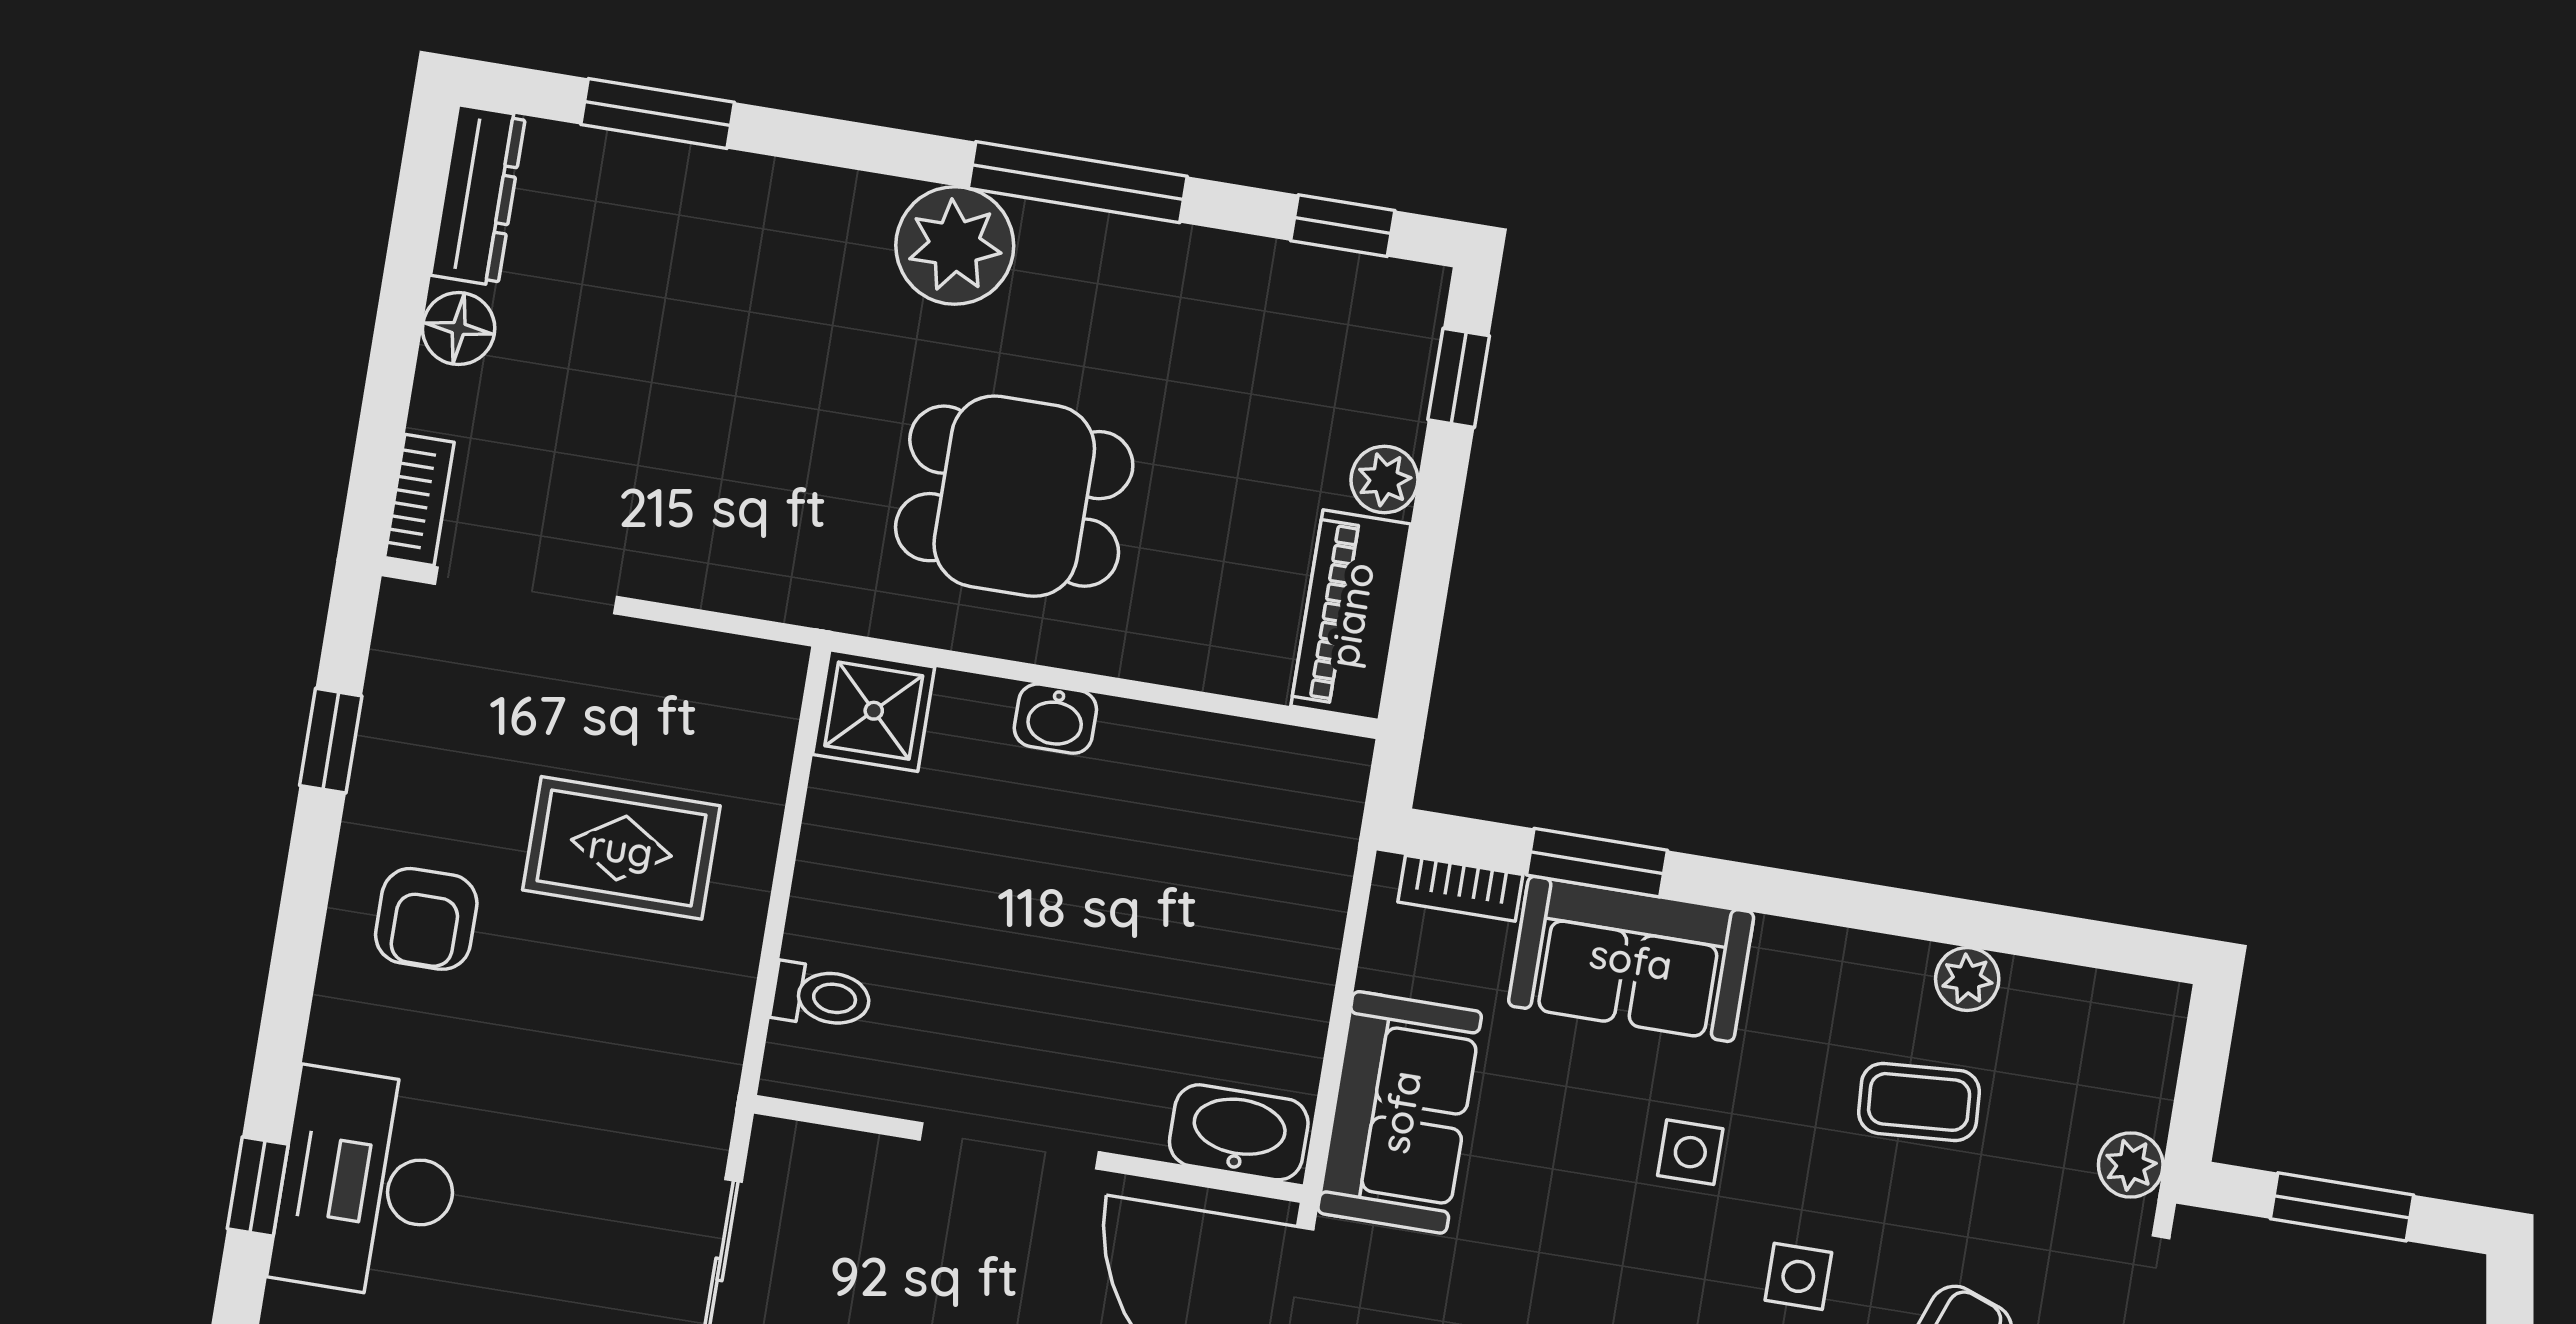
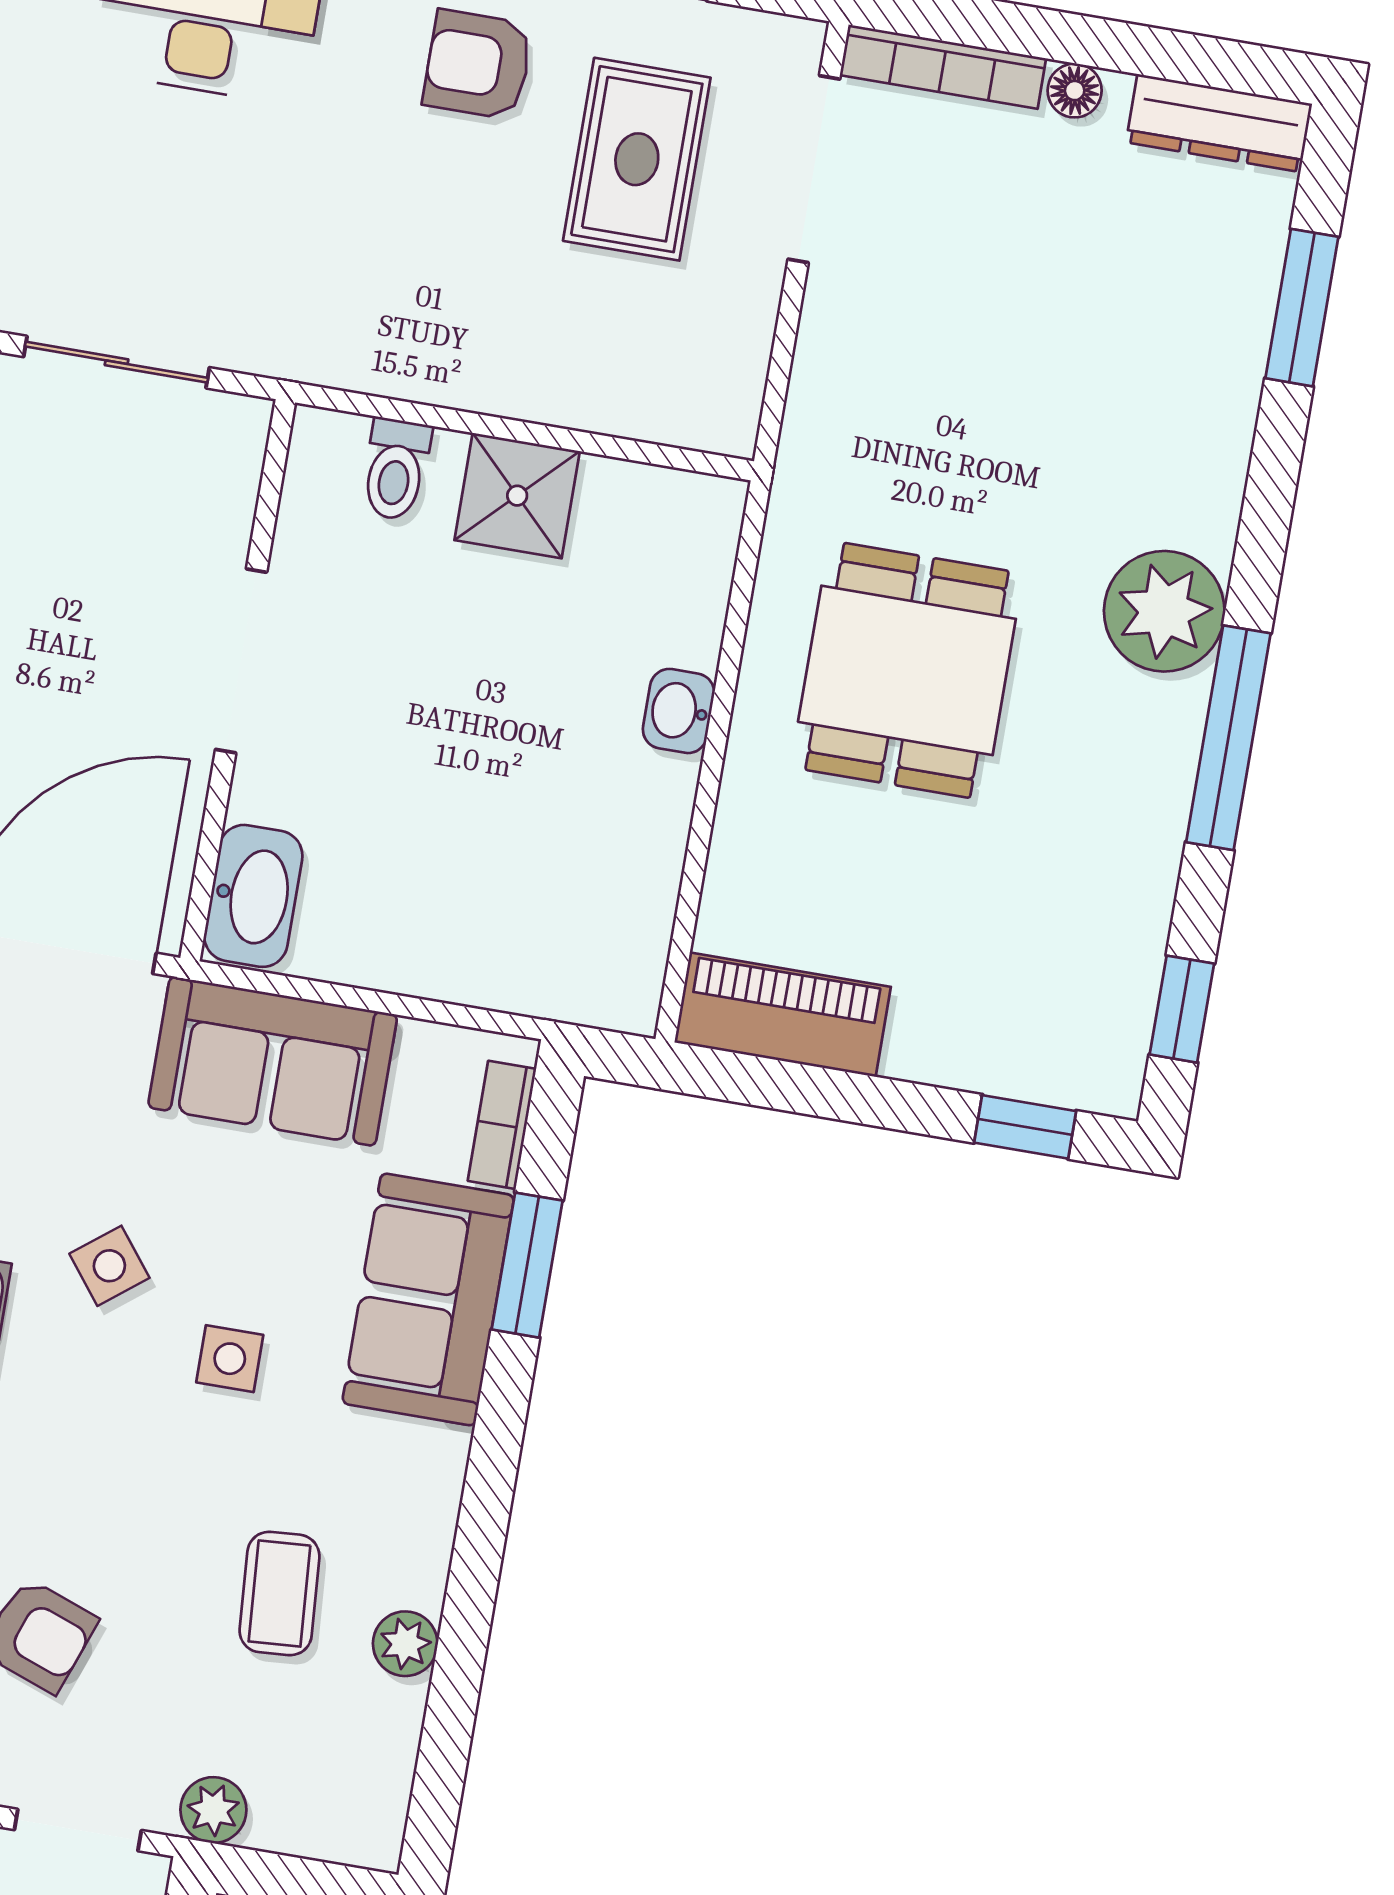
floor lamp: (459, 329) -> (1075, 91), width x0.73, depth x0.73
plant: (1384, 480) -> (921, 1050), removed
bookcase: (419, 500) -> (943, 67), width x1.56
shower: (874, 711) -> (517, 496), moved
rug: (621, 848) -> (637, 159), moved
side table: (1798, 1276) -> (109, 1266), moved, turned -38

